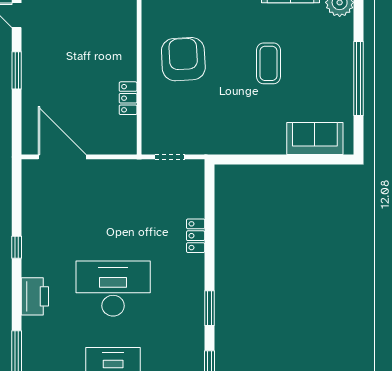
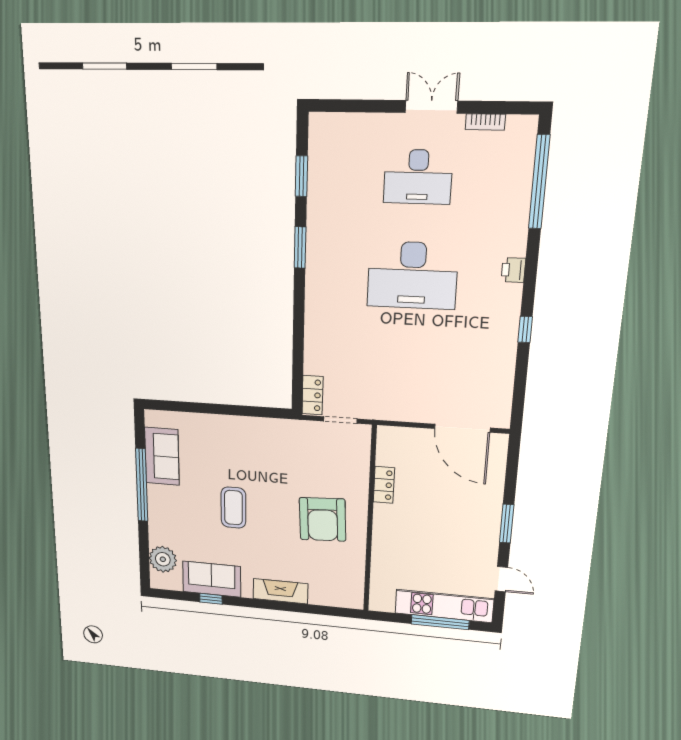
sofa: (315, 138) -> (162, 456), moved, turned -90
locker: (196, 236) -> (313, 395), moved
printer: (35, 296) -> (513, 270), width x0.53, depth x0.68

